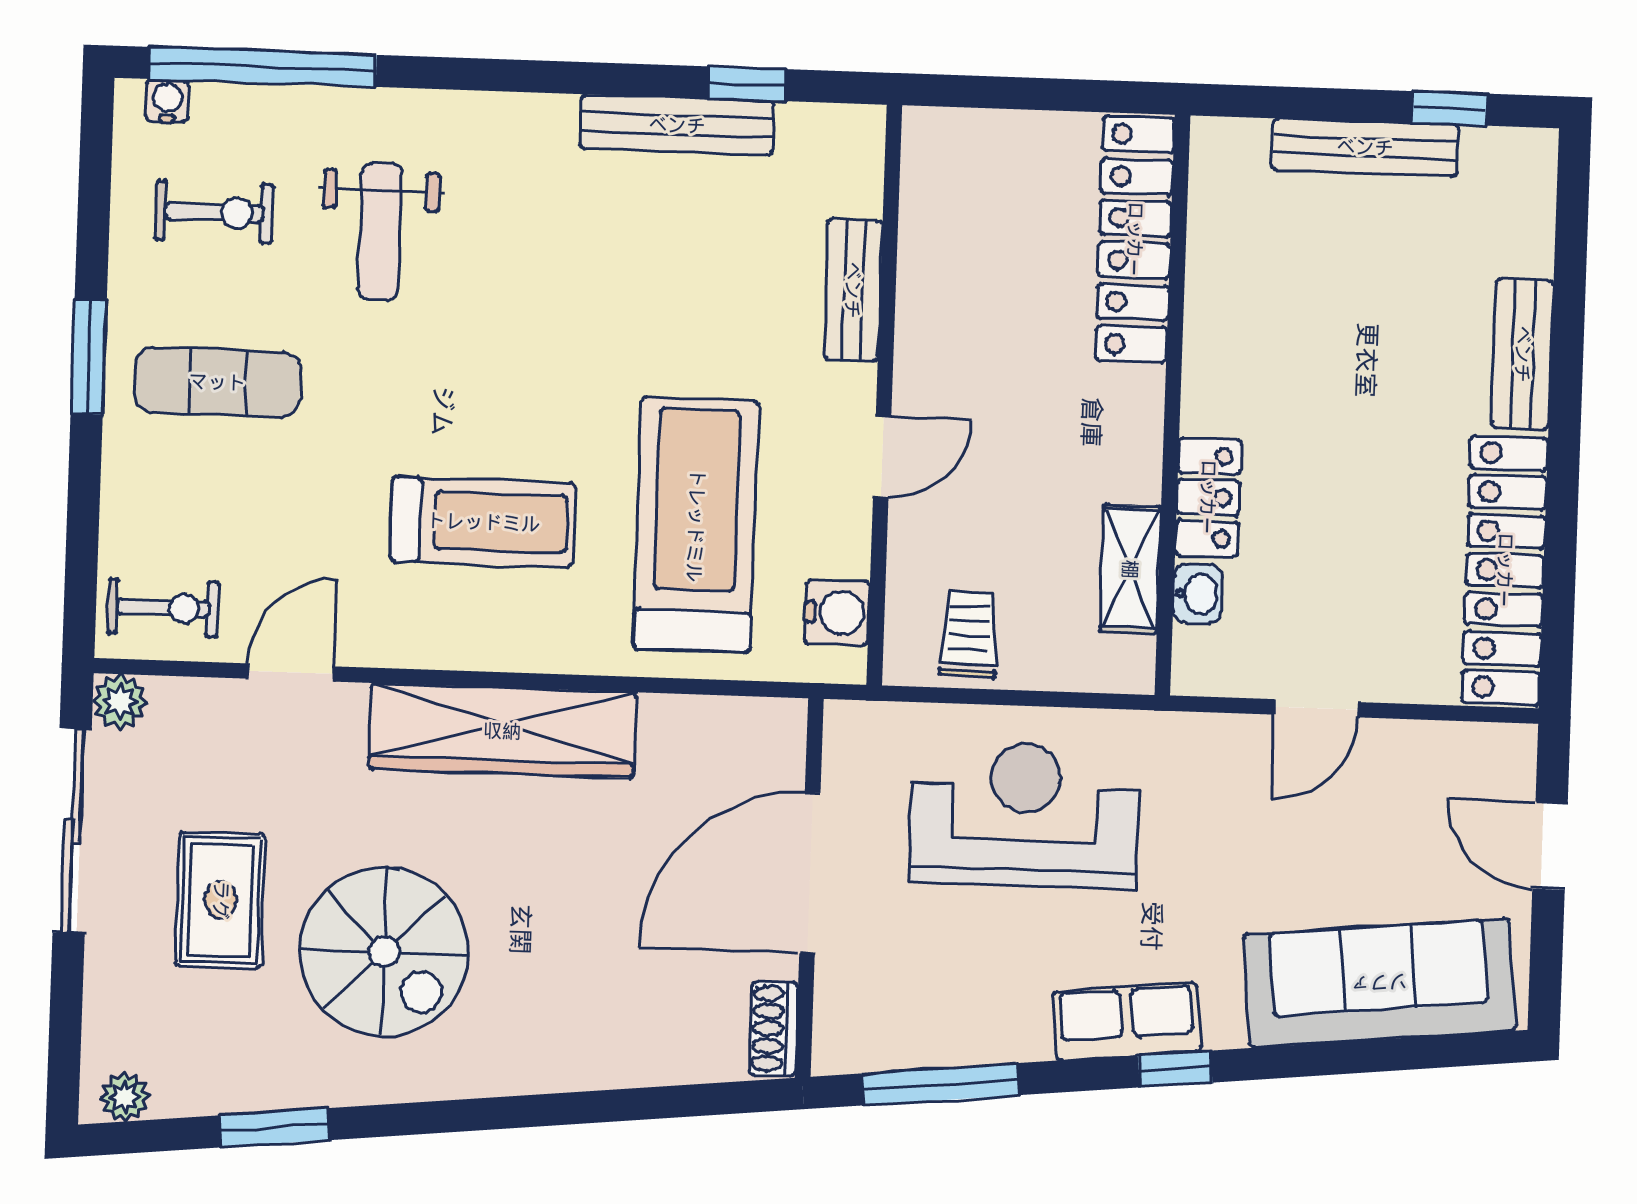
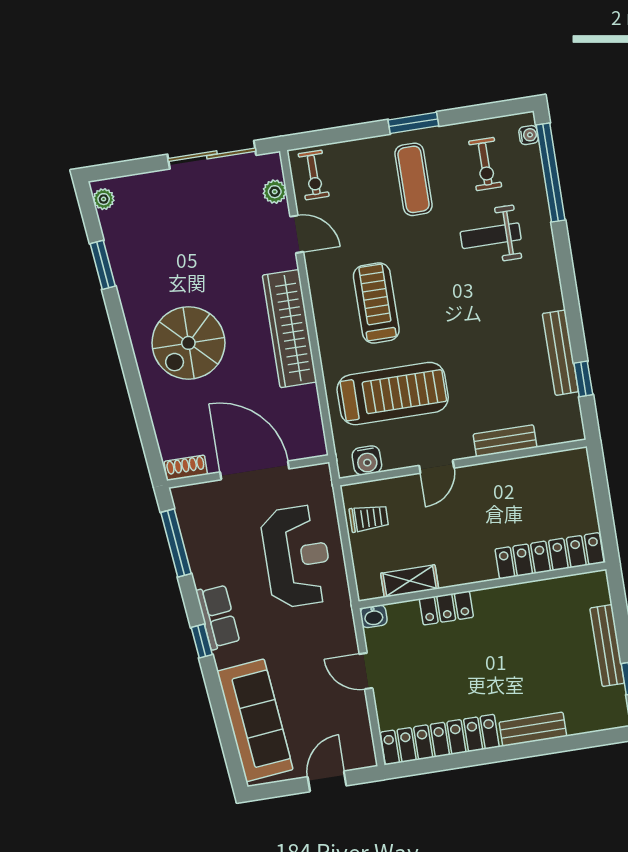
door: (882, 457) -> (437, 467), hinge flipped
treadmill: (483, 522) -> (376, 303), turned 180
washbasin: (1198, 594) -> (374, 616), moved
plant: (120, 702) -> (275, 192), moved
rug: (221, 900) -> (195, 223), removed
spiral stairs: (384, 952) -> (188, 343), moved

